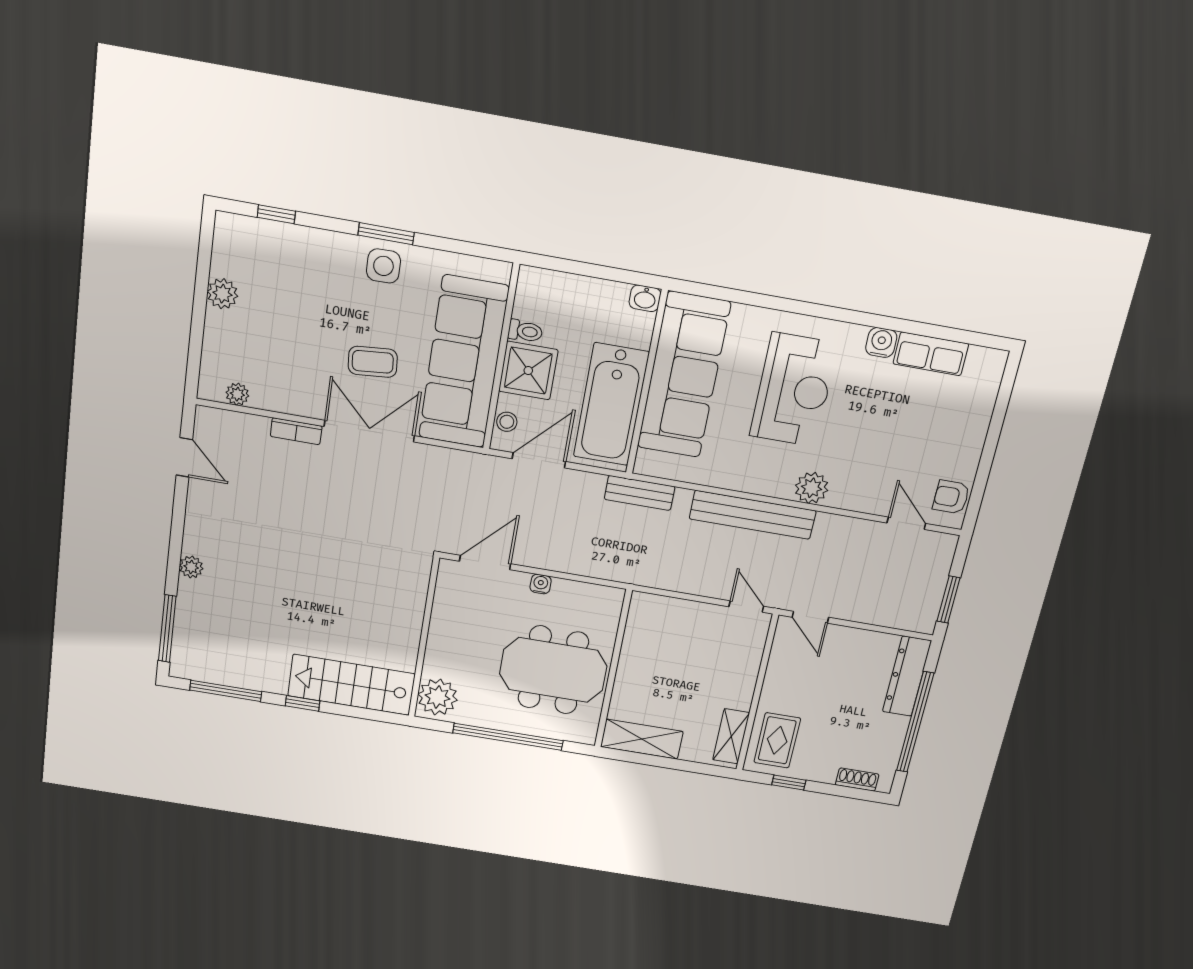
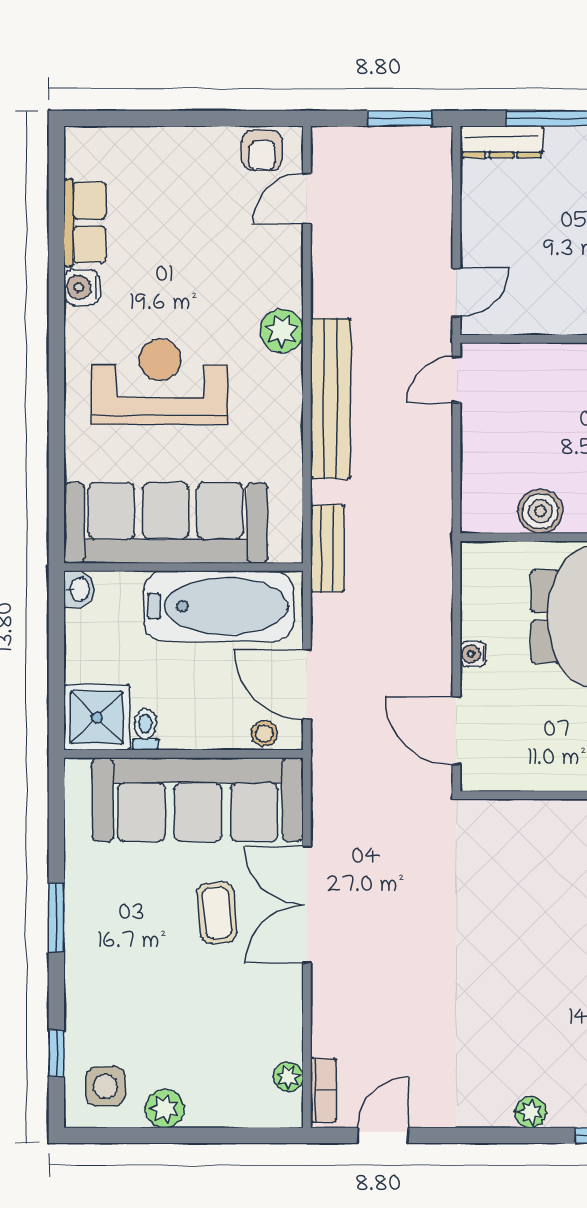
side table: (383, 266) -> (105, 1086), moved
shower: (528, 371) -> (97, 717), moved
bookcase: (296, 431) -> (323, 1090), moved
boiler: (637, 648) -> (540, 511), added
dresser: (907, 676) -> (501, 142), width x0.73, depth x0.80

